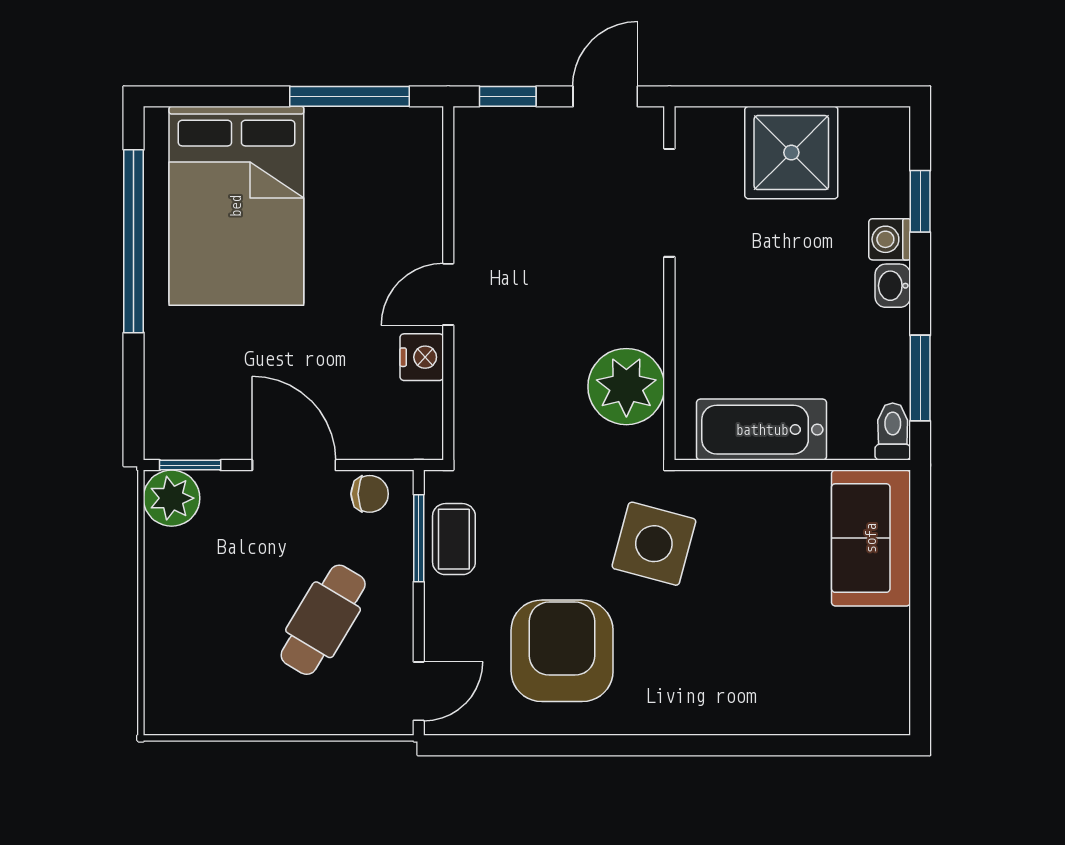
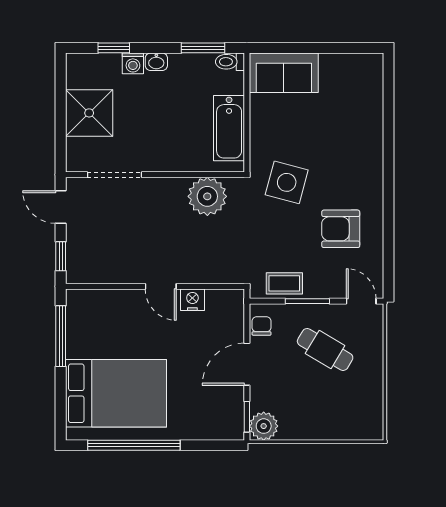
window: (419, 538) -> (307, 301), moved
armchair: (562, 651) -> (341, 229), width x0.73, depth x0.73

